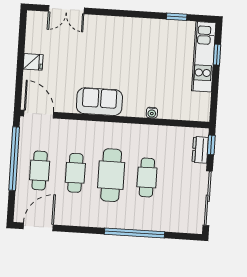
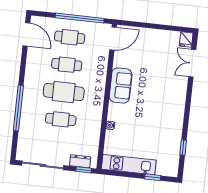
kitchen unit: (204, 57) -> (129, 165), moved
fridge: (33, 62) -> (186, 39), moved

